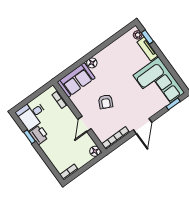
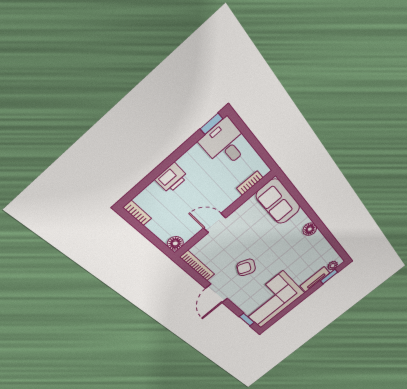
floor lamp: (92, 63) -> (310, 229), moved
armchair: (106, 102) -> (246, 267), moved
door: (143, 126) -> (217, 294), hinge flipped
printer: (39, 135) -> (172, 178), moved
window: (30, 137) -> (211, 124), moved

